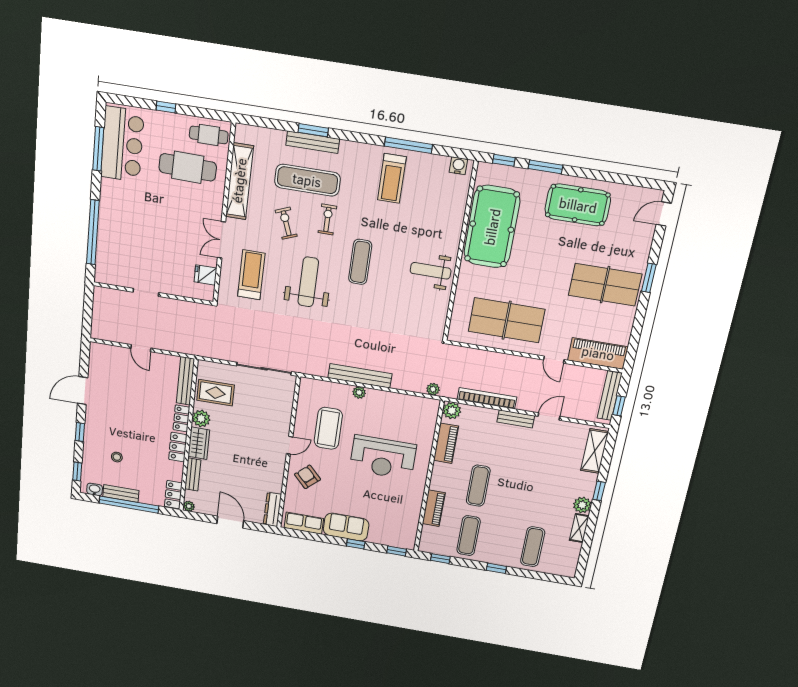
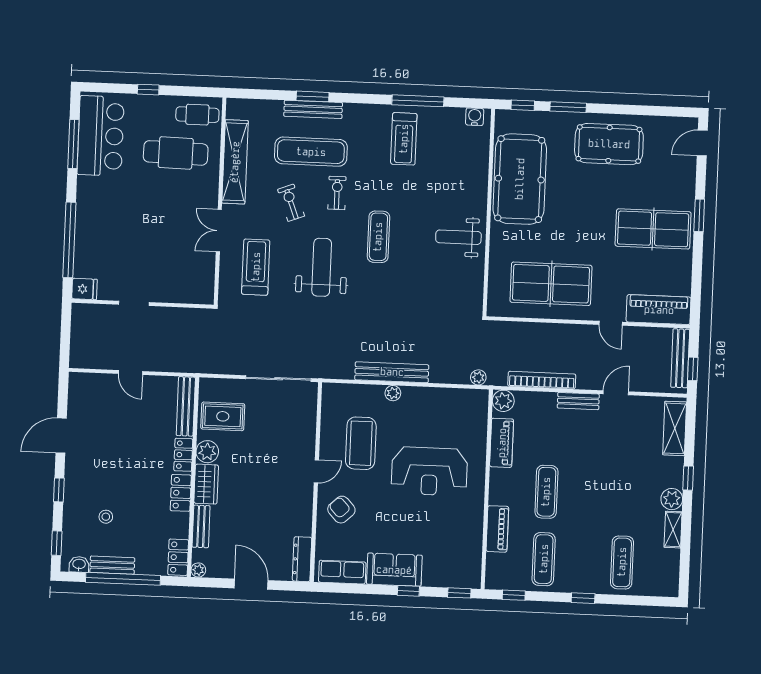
fridge: (205, 275) -> (85, 289), moved, turned 180

